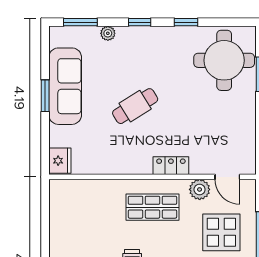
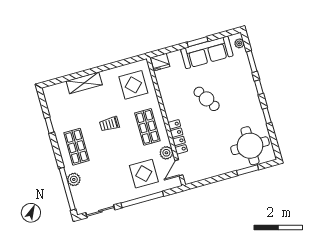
window: (80, 22) -> (252, 62), moved
plant: (108, 33) -> (239, 43), moved
locker: (171, 166) -> (178, 137), width x1.53
display table: (83, 211) -> (133, 85), added

